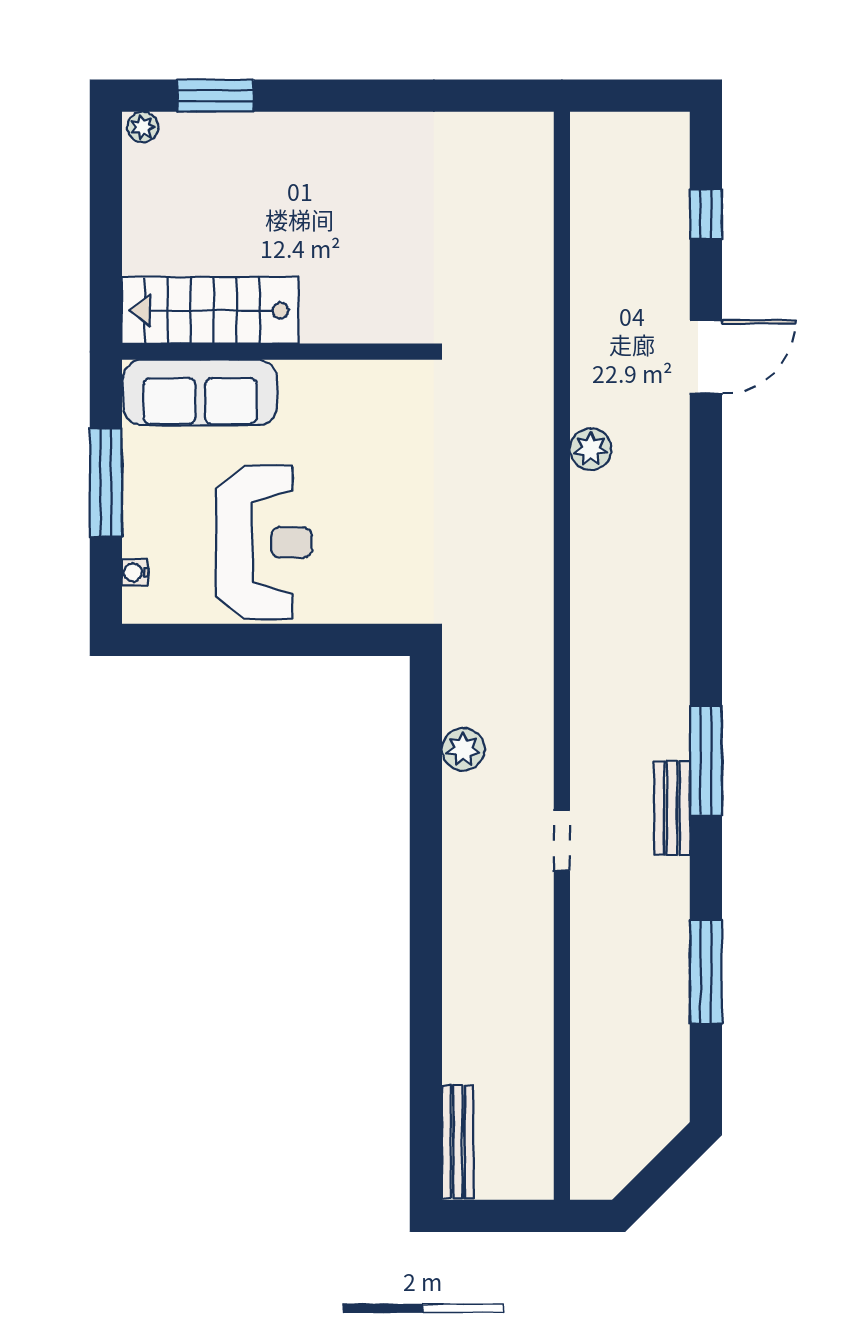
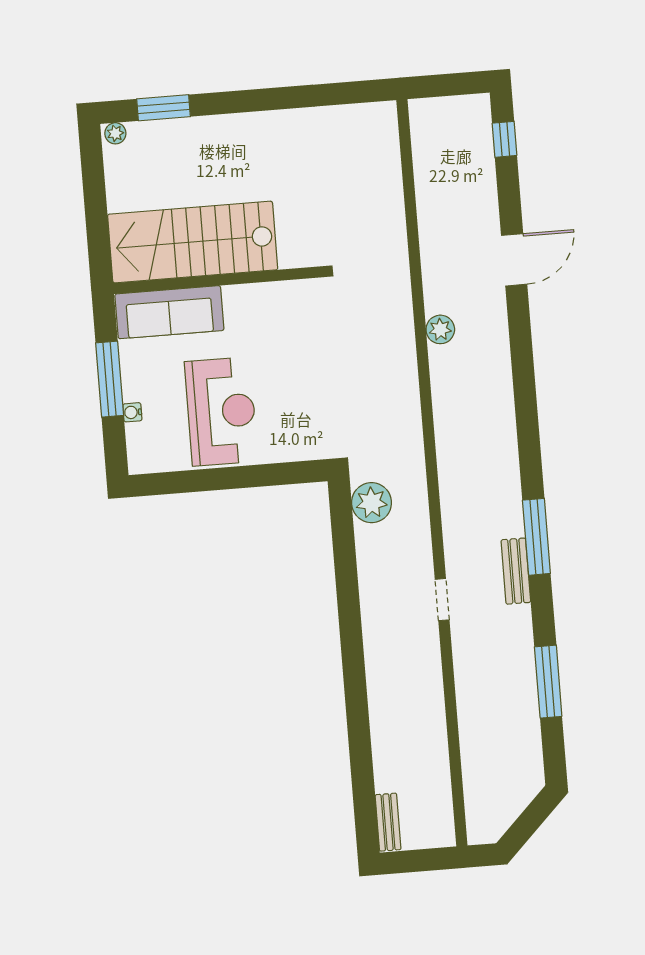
window: (706, 214) -> (505, 139), moved
stairs: (210, 310) -> (193, 242), width x1.36, depth x1.51
water cooler: (135, 572) -> (132, 412), moved
plant: (463, 749) -> (372, 503), moved, width x1.36, depth x1.36
bench: (458, 1142) -> (388, 822), width x0.73

